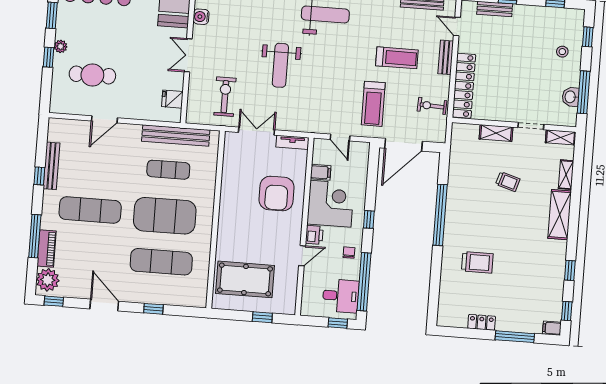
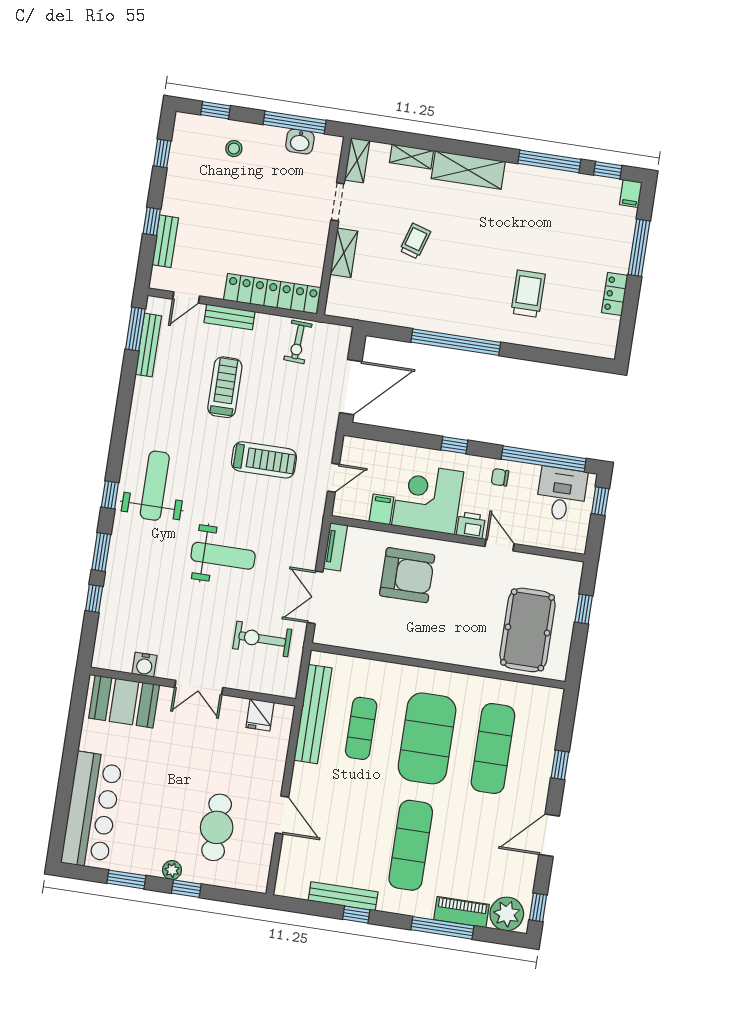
treadmill: (373, 104) -> (264, 460), moved
door: (403, 145) -> (351, 387), hinge flipped
window: (570, 270) -> (549, 161), width x2.17

